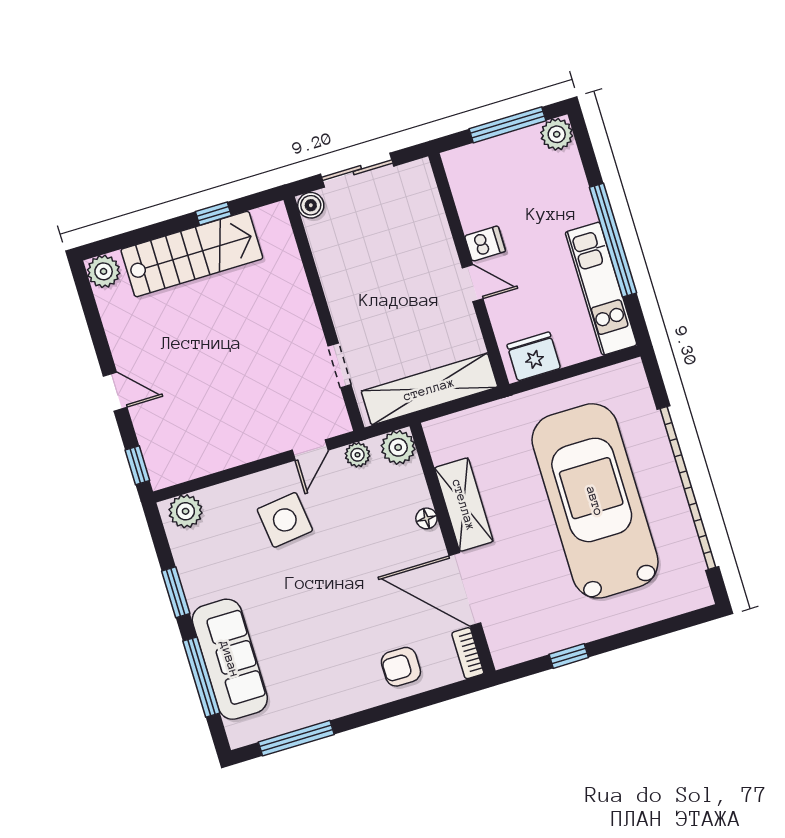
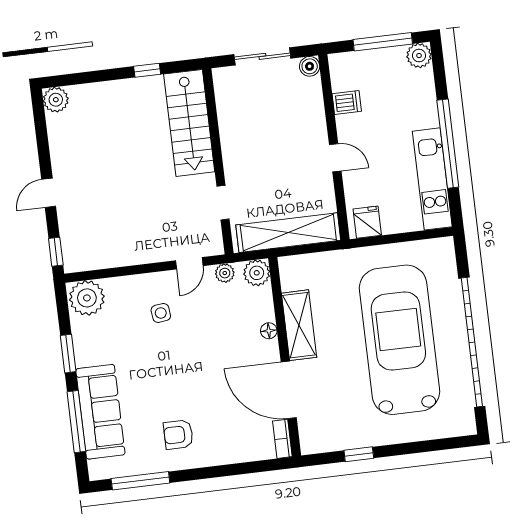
boiler: (311, 205) -> (310, 66), moved
dishwasher: (485, 244) -> (347, 102), moved
stairs: (192, 254) -> (189, 123), moved, turned 90
fridge: (534, 356) -> (367, 222), width x0.72
door: (115, 392) -> (49, 193), swing flipped
plant: (186, 511) -> (87, 298), width x1.36, depth x1.36
side table: (285, 520) -> (161, 313), width x0.54, depth x0.54
armchair: (401, 667) -> (178, 435), moved

